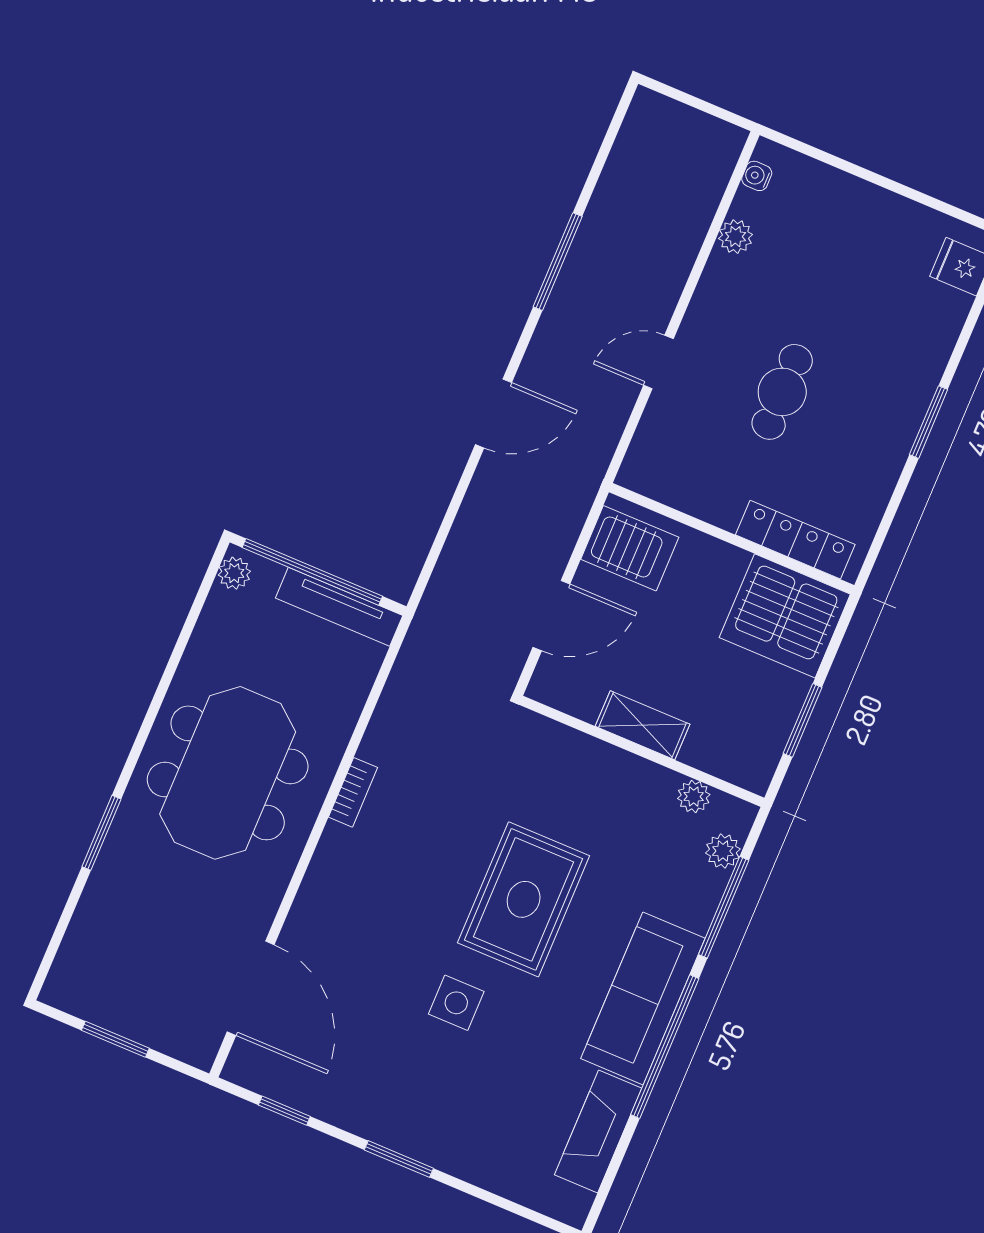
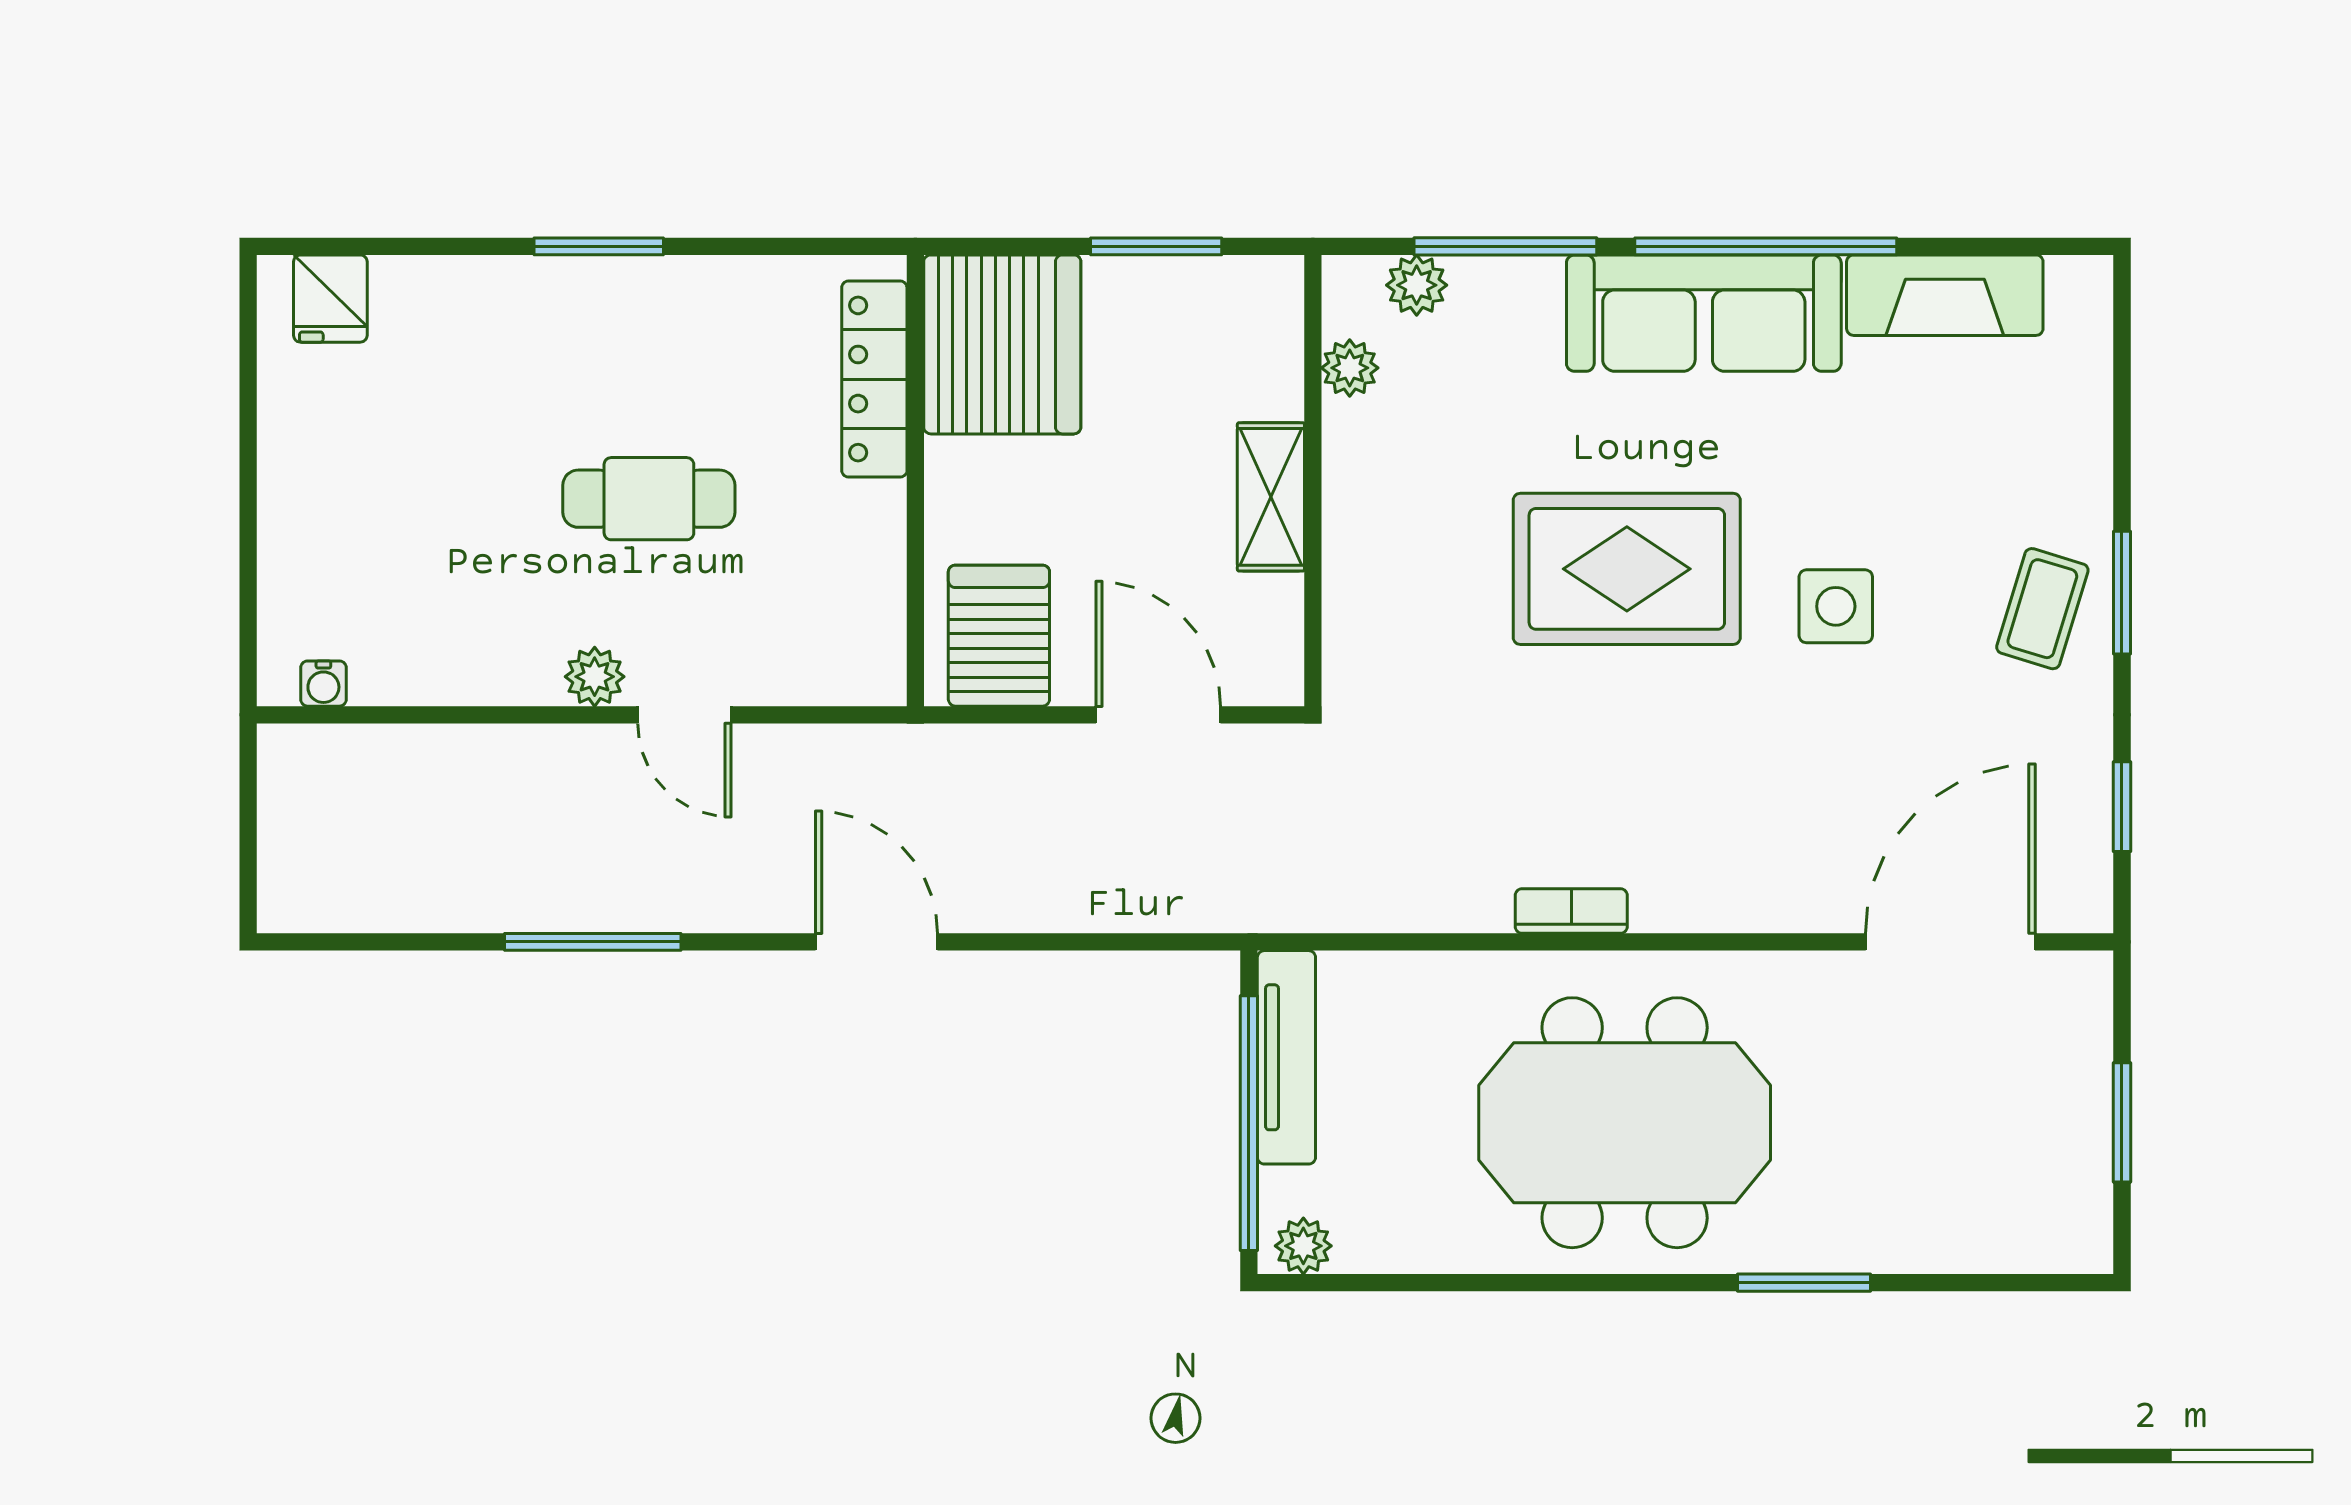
plant: (736, 237) -> (595, 677), moved
coffee table: (408, 1113) -> (2042, 609), added

